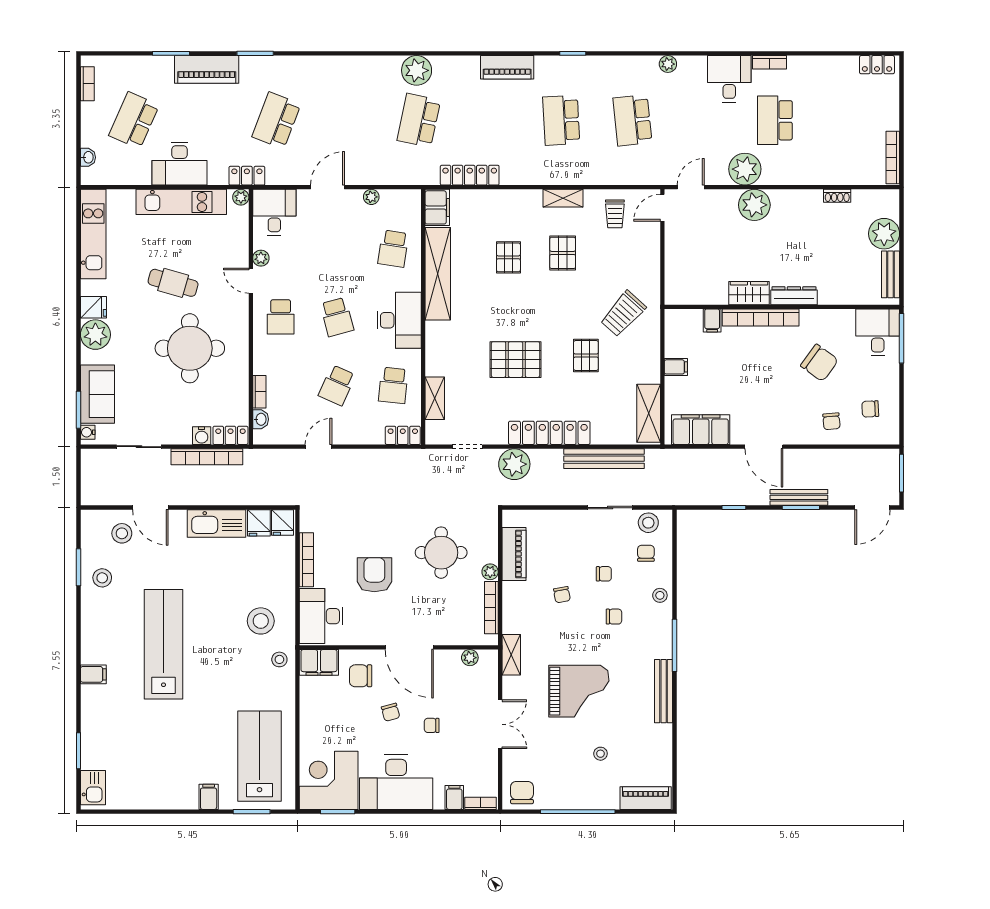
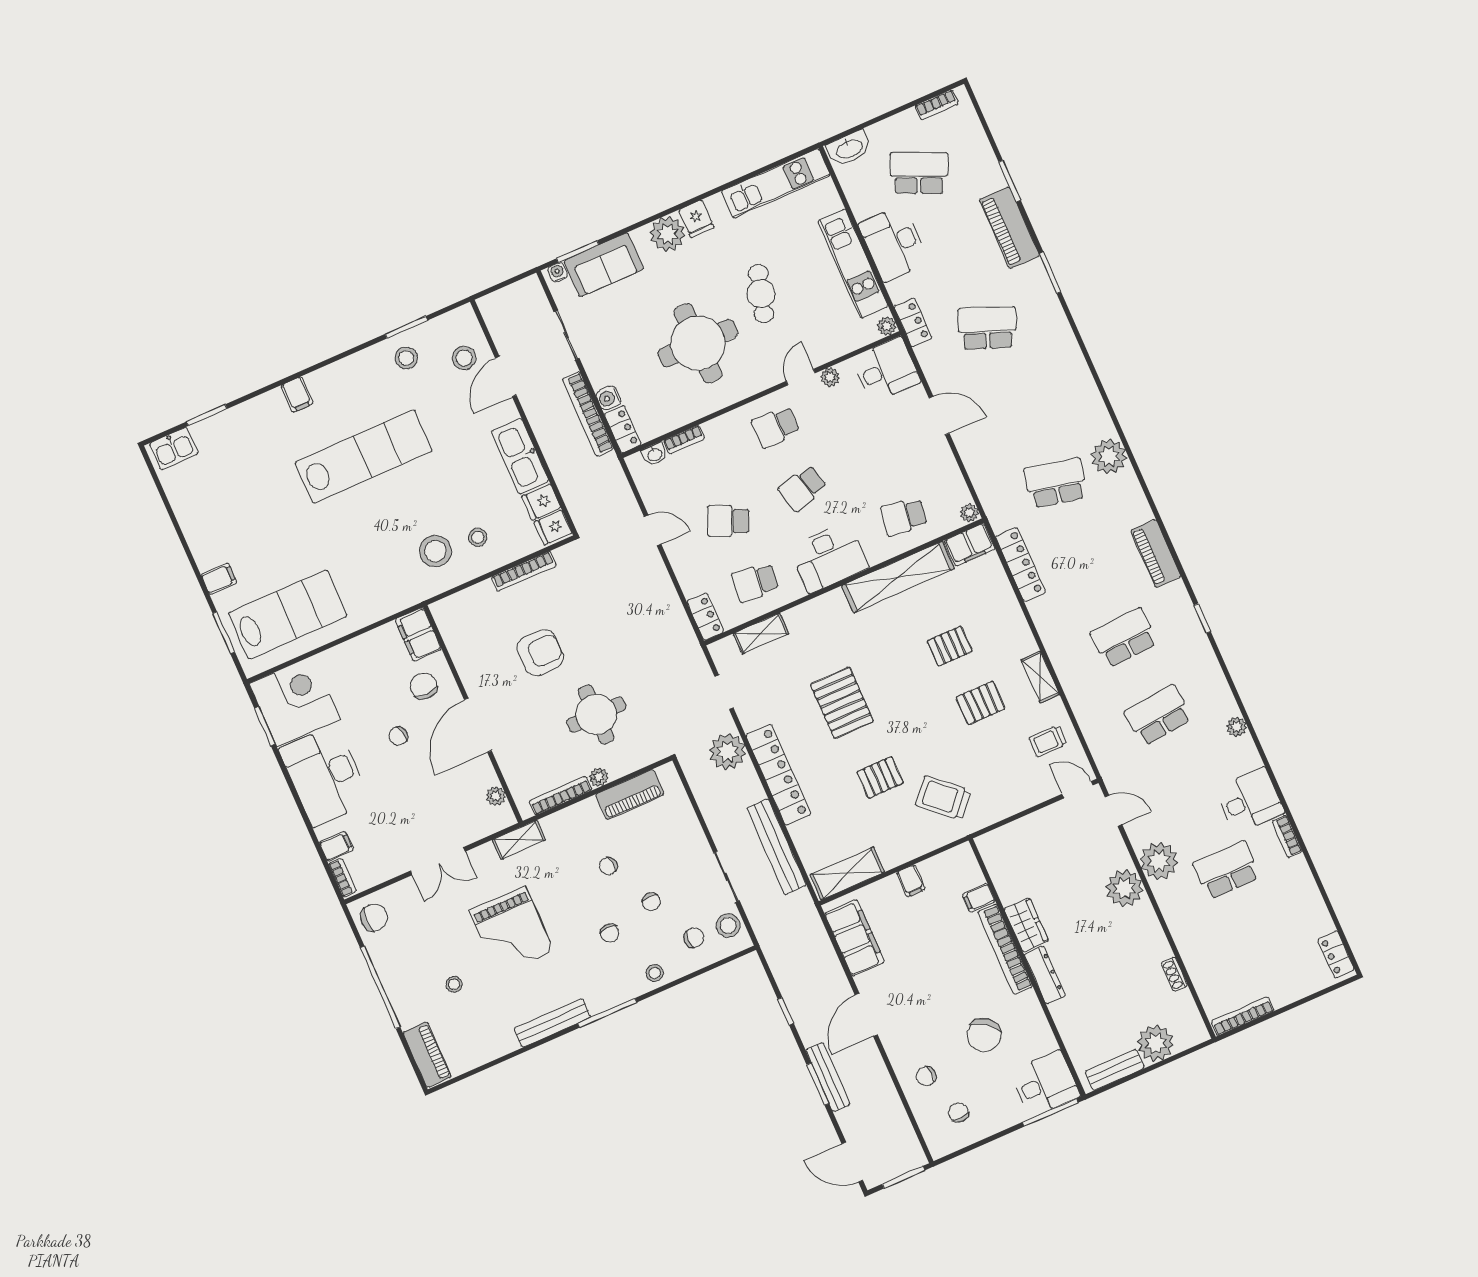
washbasin: (88, 157) -> (849, 148), width x1.91, depth x1.45
plant: (371, 197) -> (969, 513), moved
desk: (321, 616) -> (470, 614), removed
stool: (279, 659) -> (478, 537), moved
chair: (432, 725) -> (404, 787), removed

